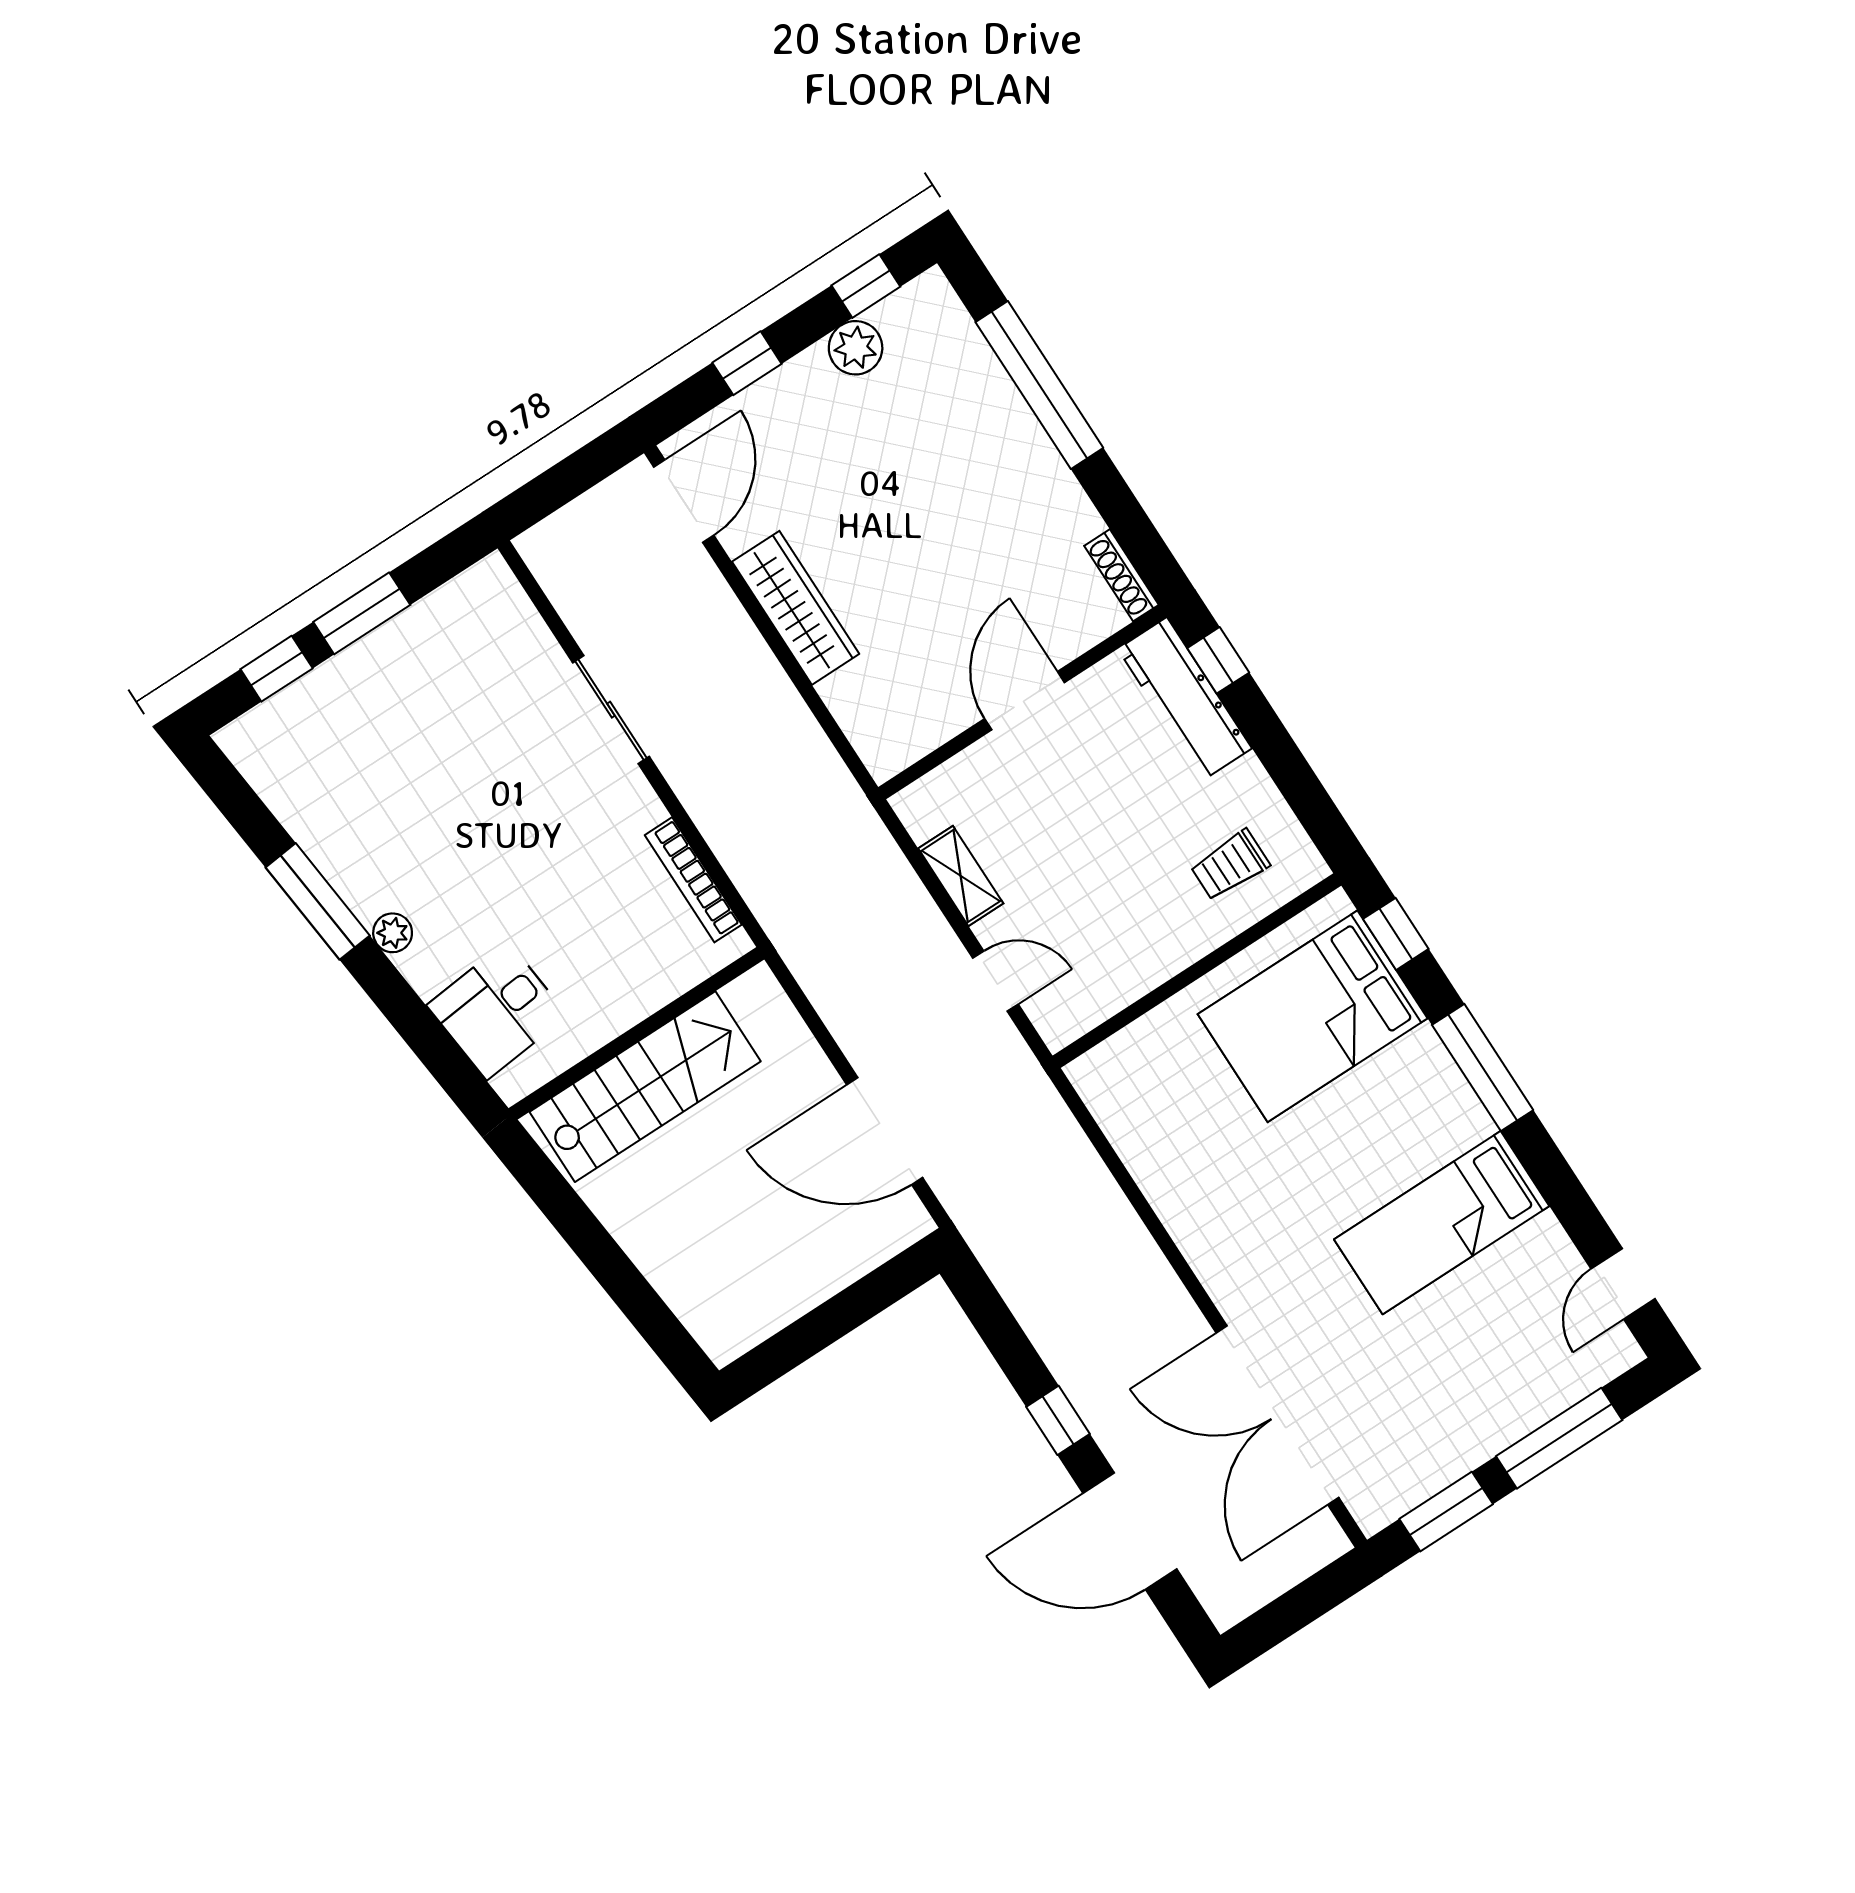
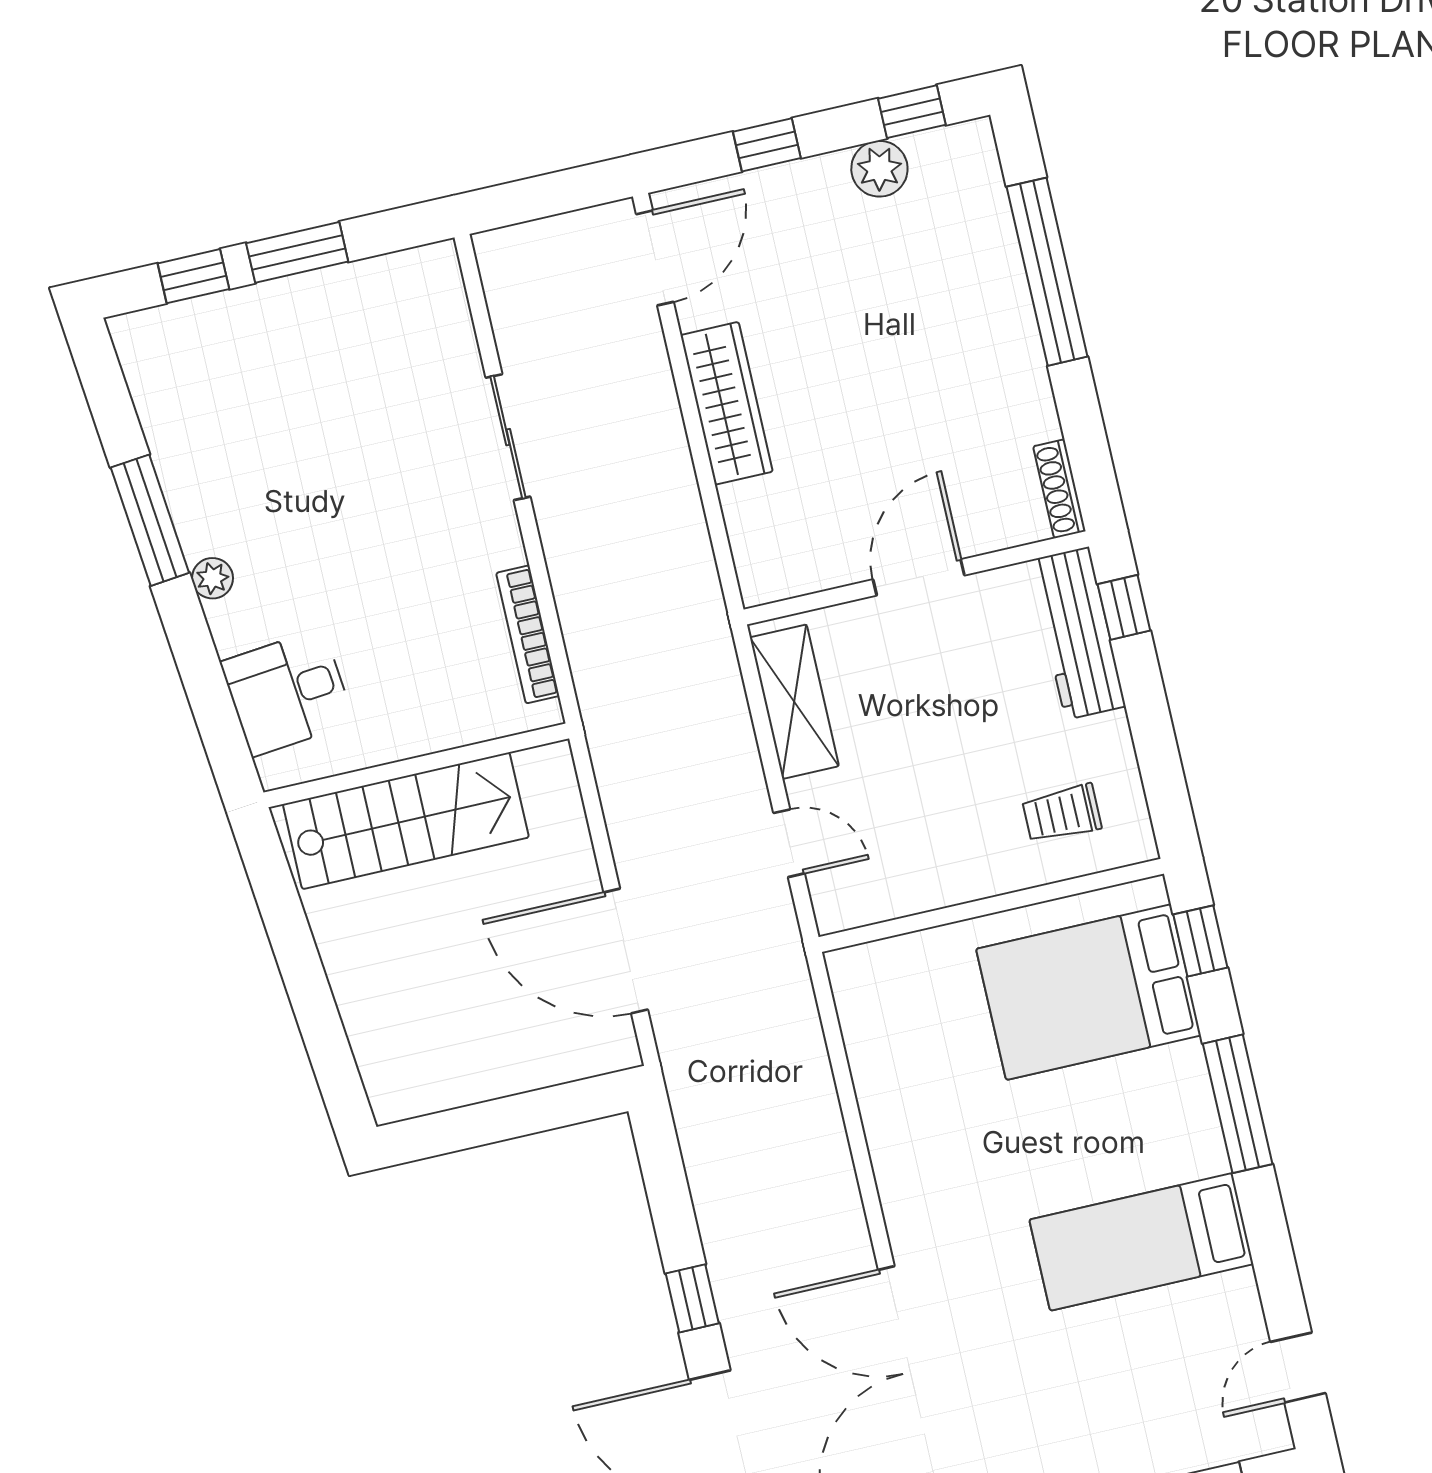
shelving: (961, 876) -> (794, 702), width x1.50, depth x1.33

